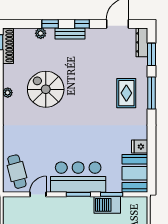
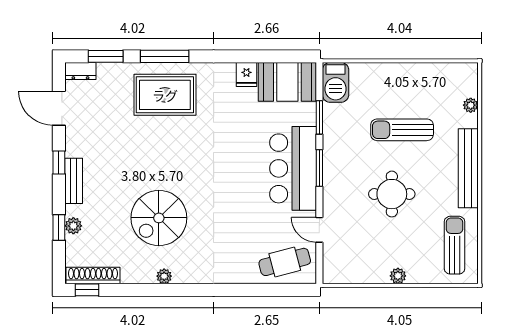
window: (50, 24) -> (59, 228), moved
dresser: (142, 42) -> (80, 71), width x0.70
rug: (126, 93) -> (165, 95), width x1.36, depth x1.43
barbecue: (107, 205) -> (336, 82), moved

